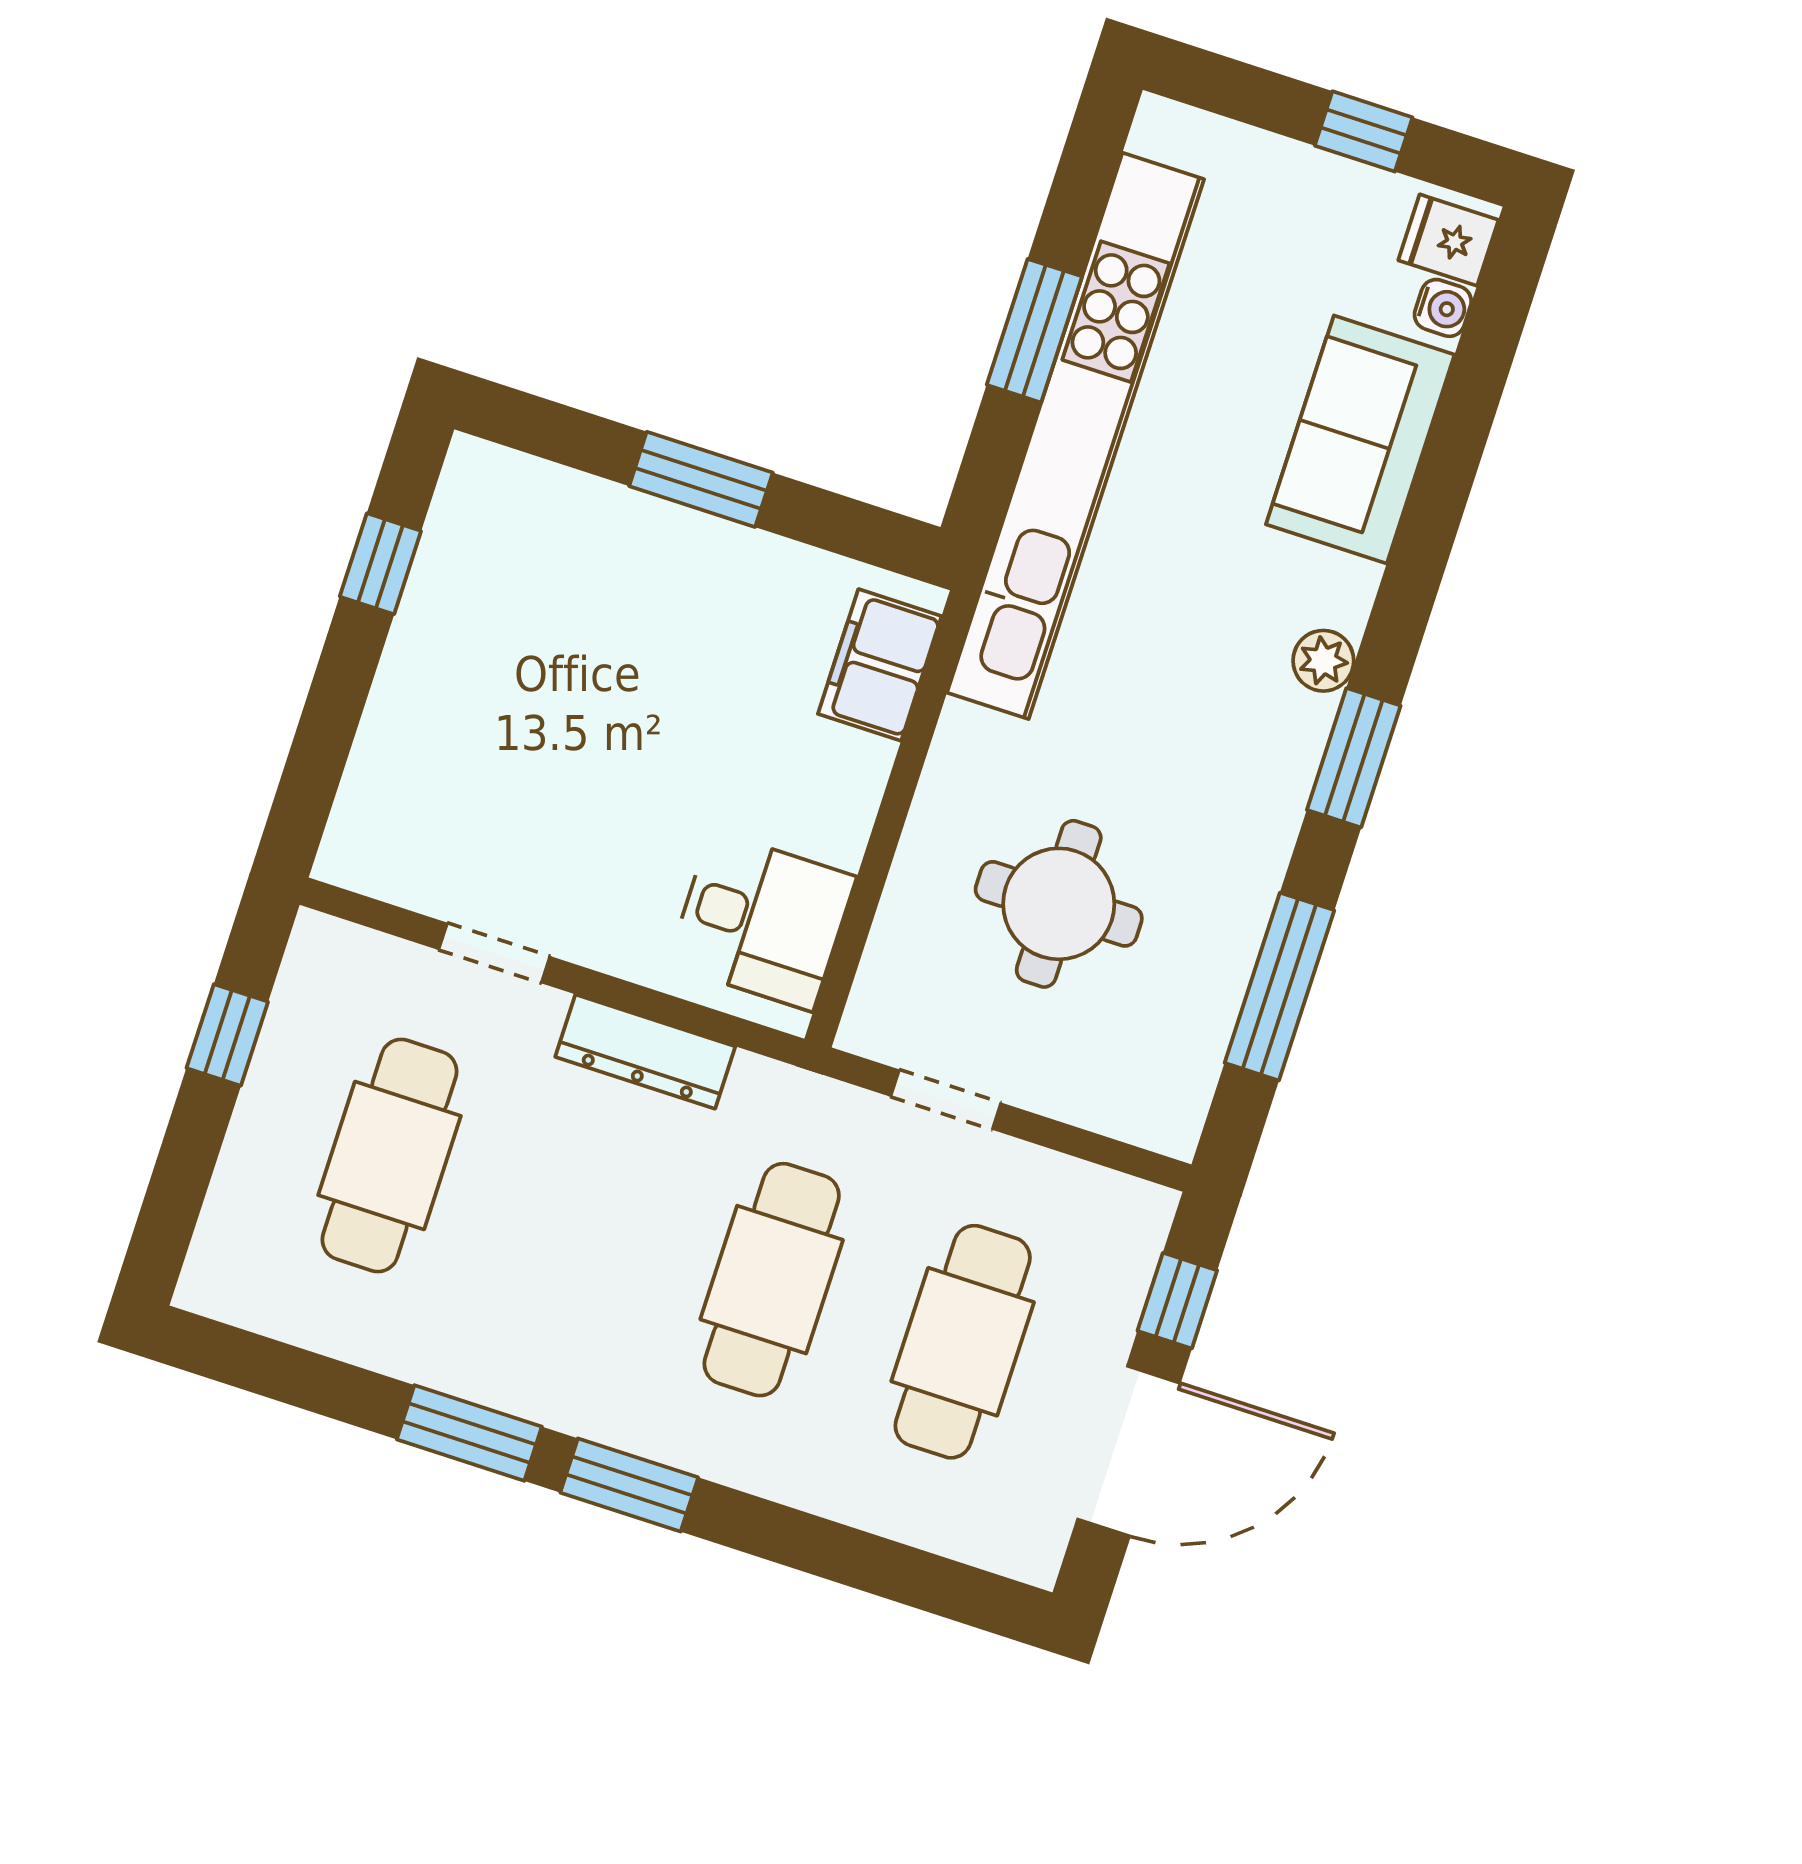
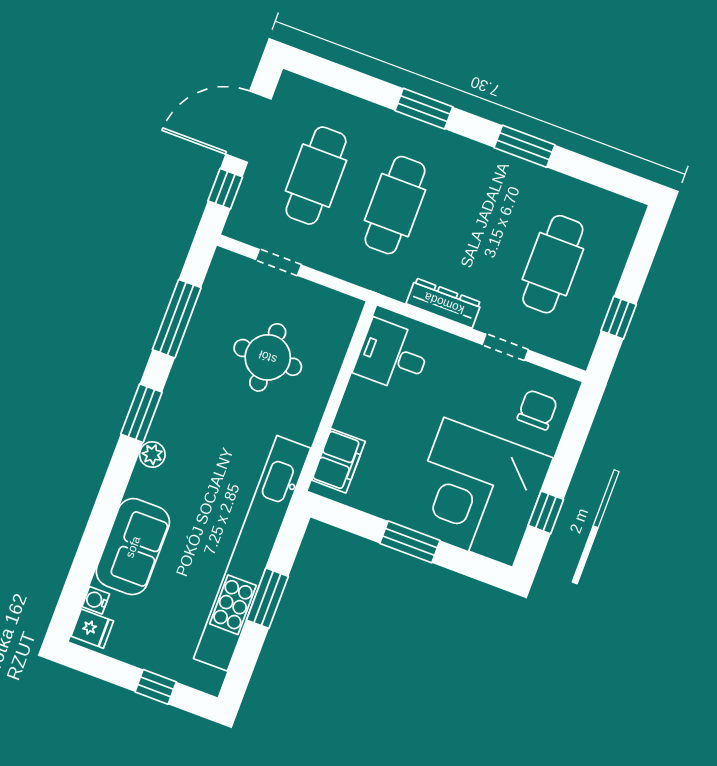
window: (1364, 131) -> (156, 687), moved
corner desk: (544, 605) -> (478, 492), added
chair: (411, 807) -> (537, 410), added
doorway: (946, 1100) -> (278, 262), moved
window: (629, 1485) -> (424, 109), moved

